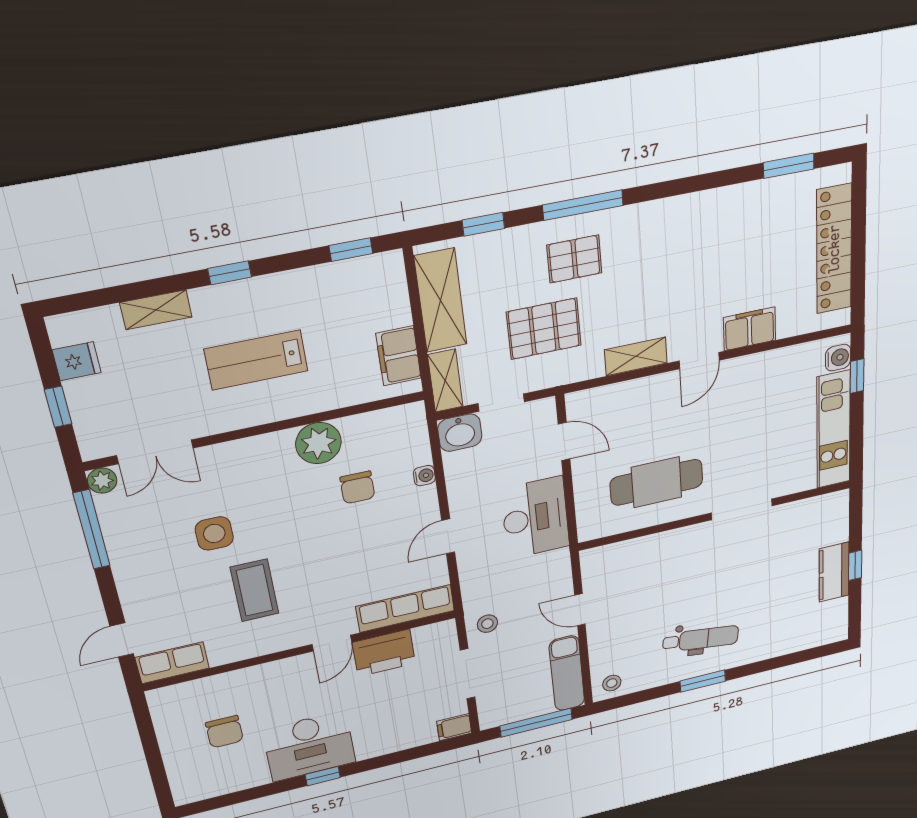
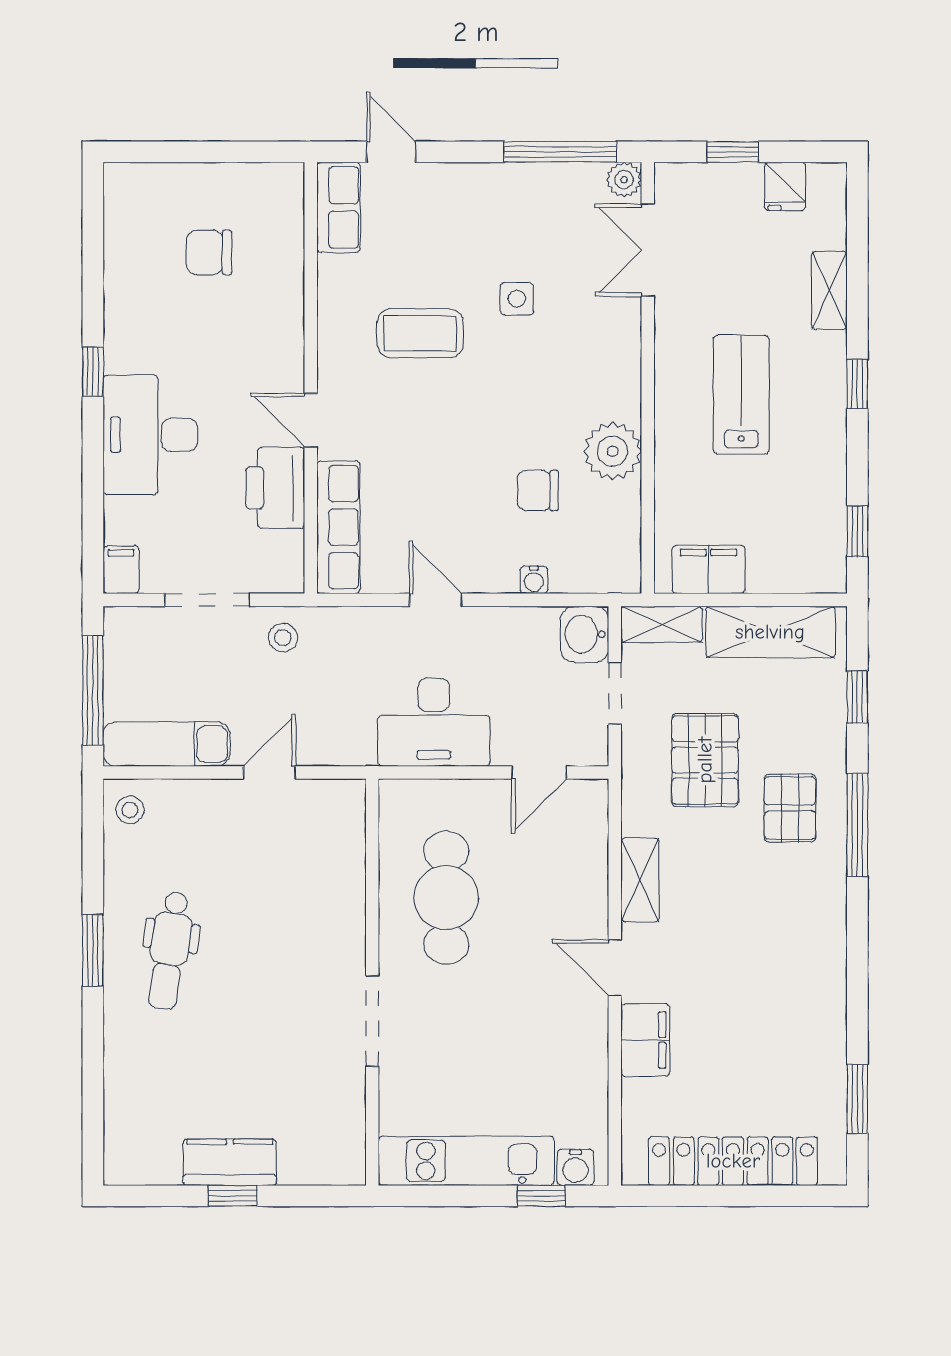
side table: (214, 533) -> (517, 299), width x0.73, depth x0.73
desk: (309, 746) -> (150, 435), moved

